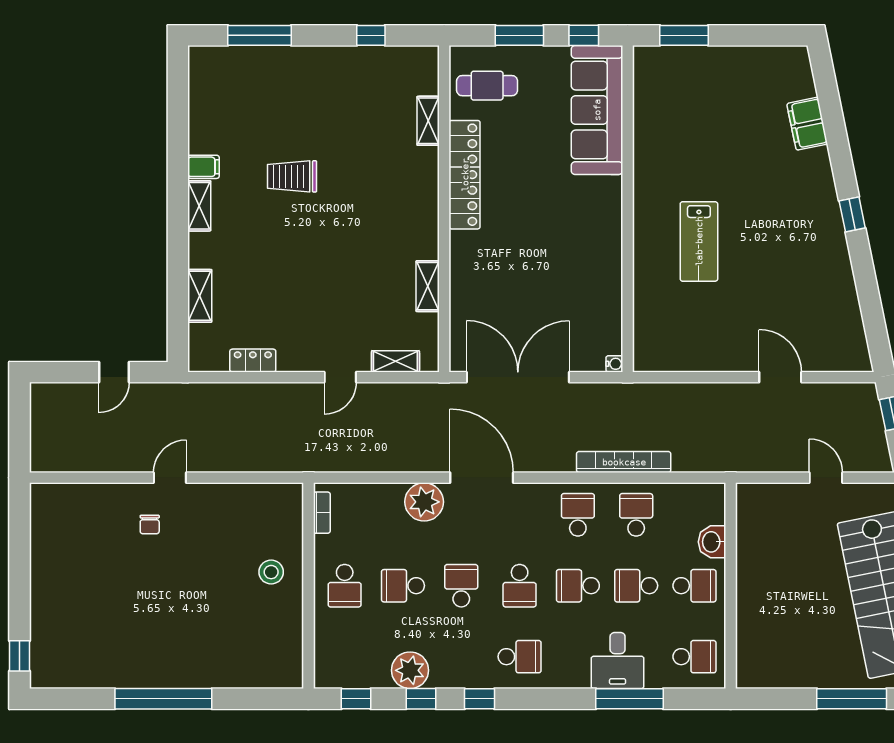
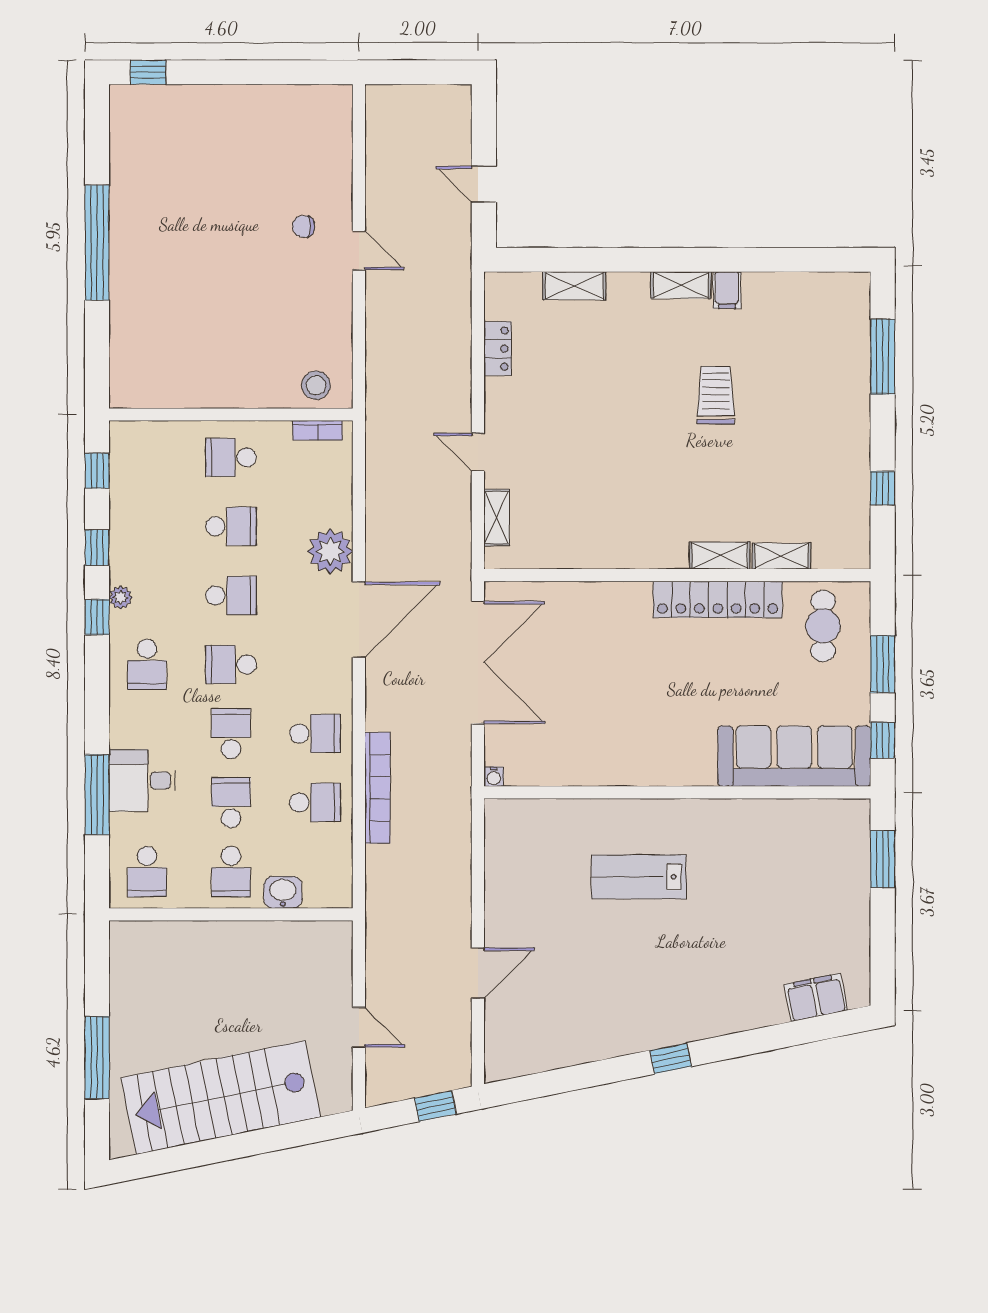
filing cabinet: (807, 124) -> (816, 997), moved
shelving: (428, 286) -> (720, 556), moved
door: (826, 478) -> (359, 1027), hinge flipped
stool: (271, 572) -> (316, 385), moved
school desk: (403, 586) -> (231, 526), turned 90
plant: (410, 670) -> (121, 597), moved, width x0.53, depth x0.53

